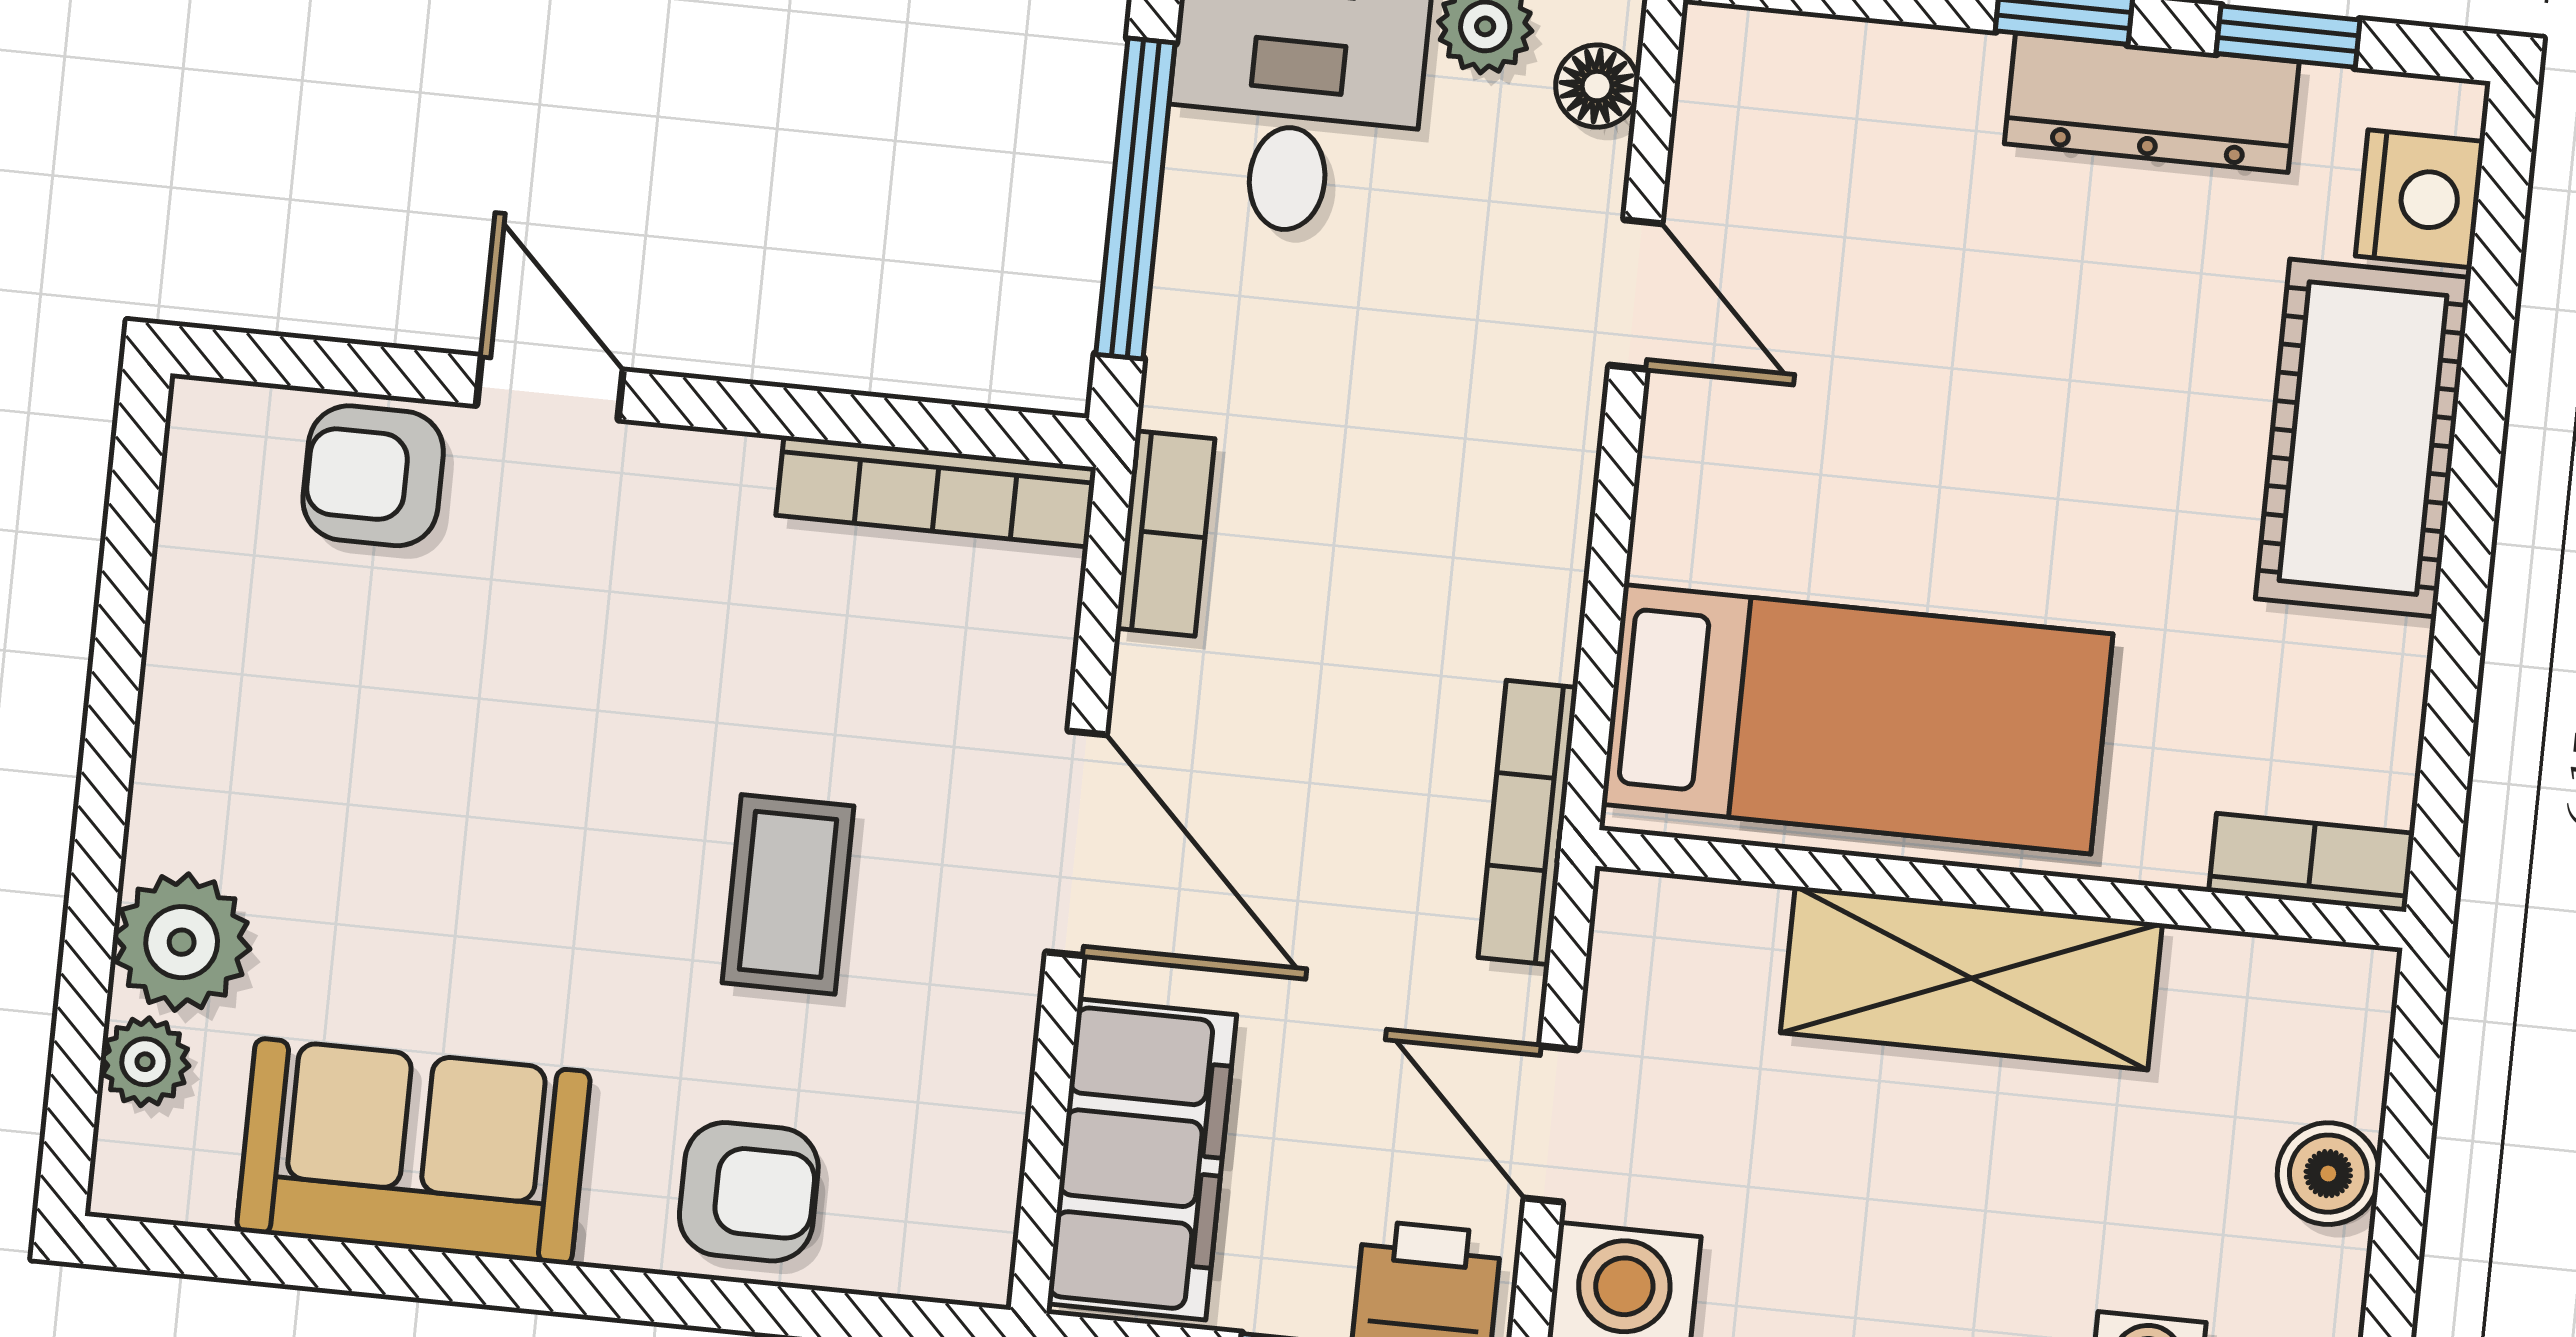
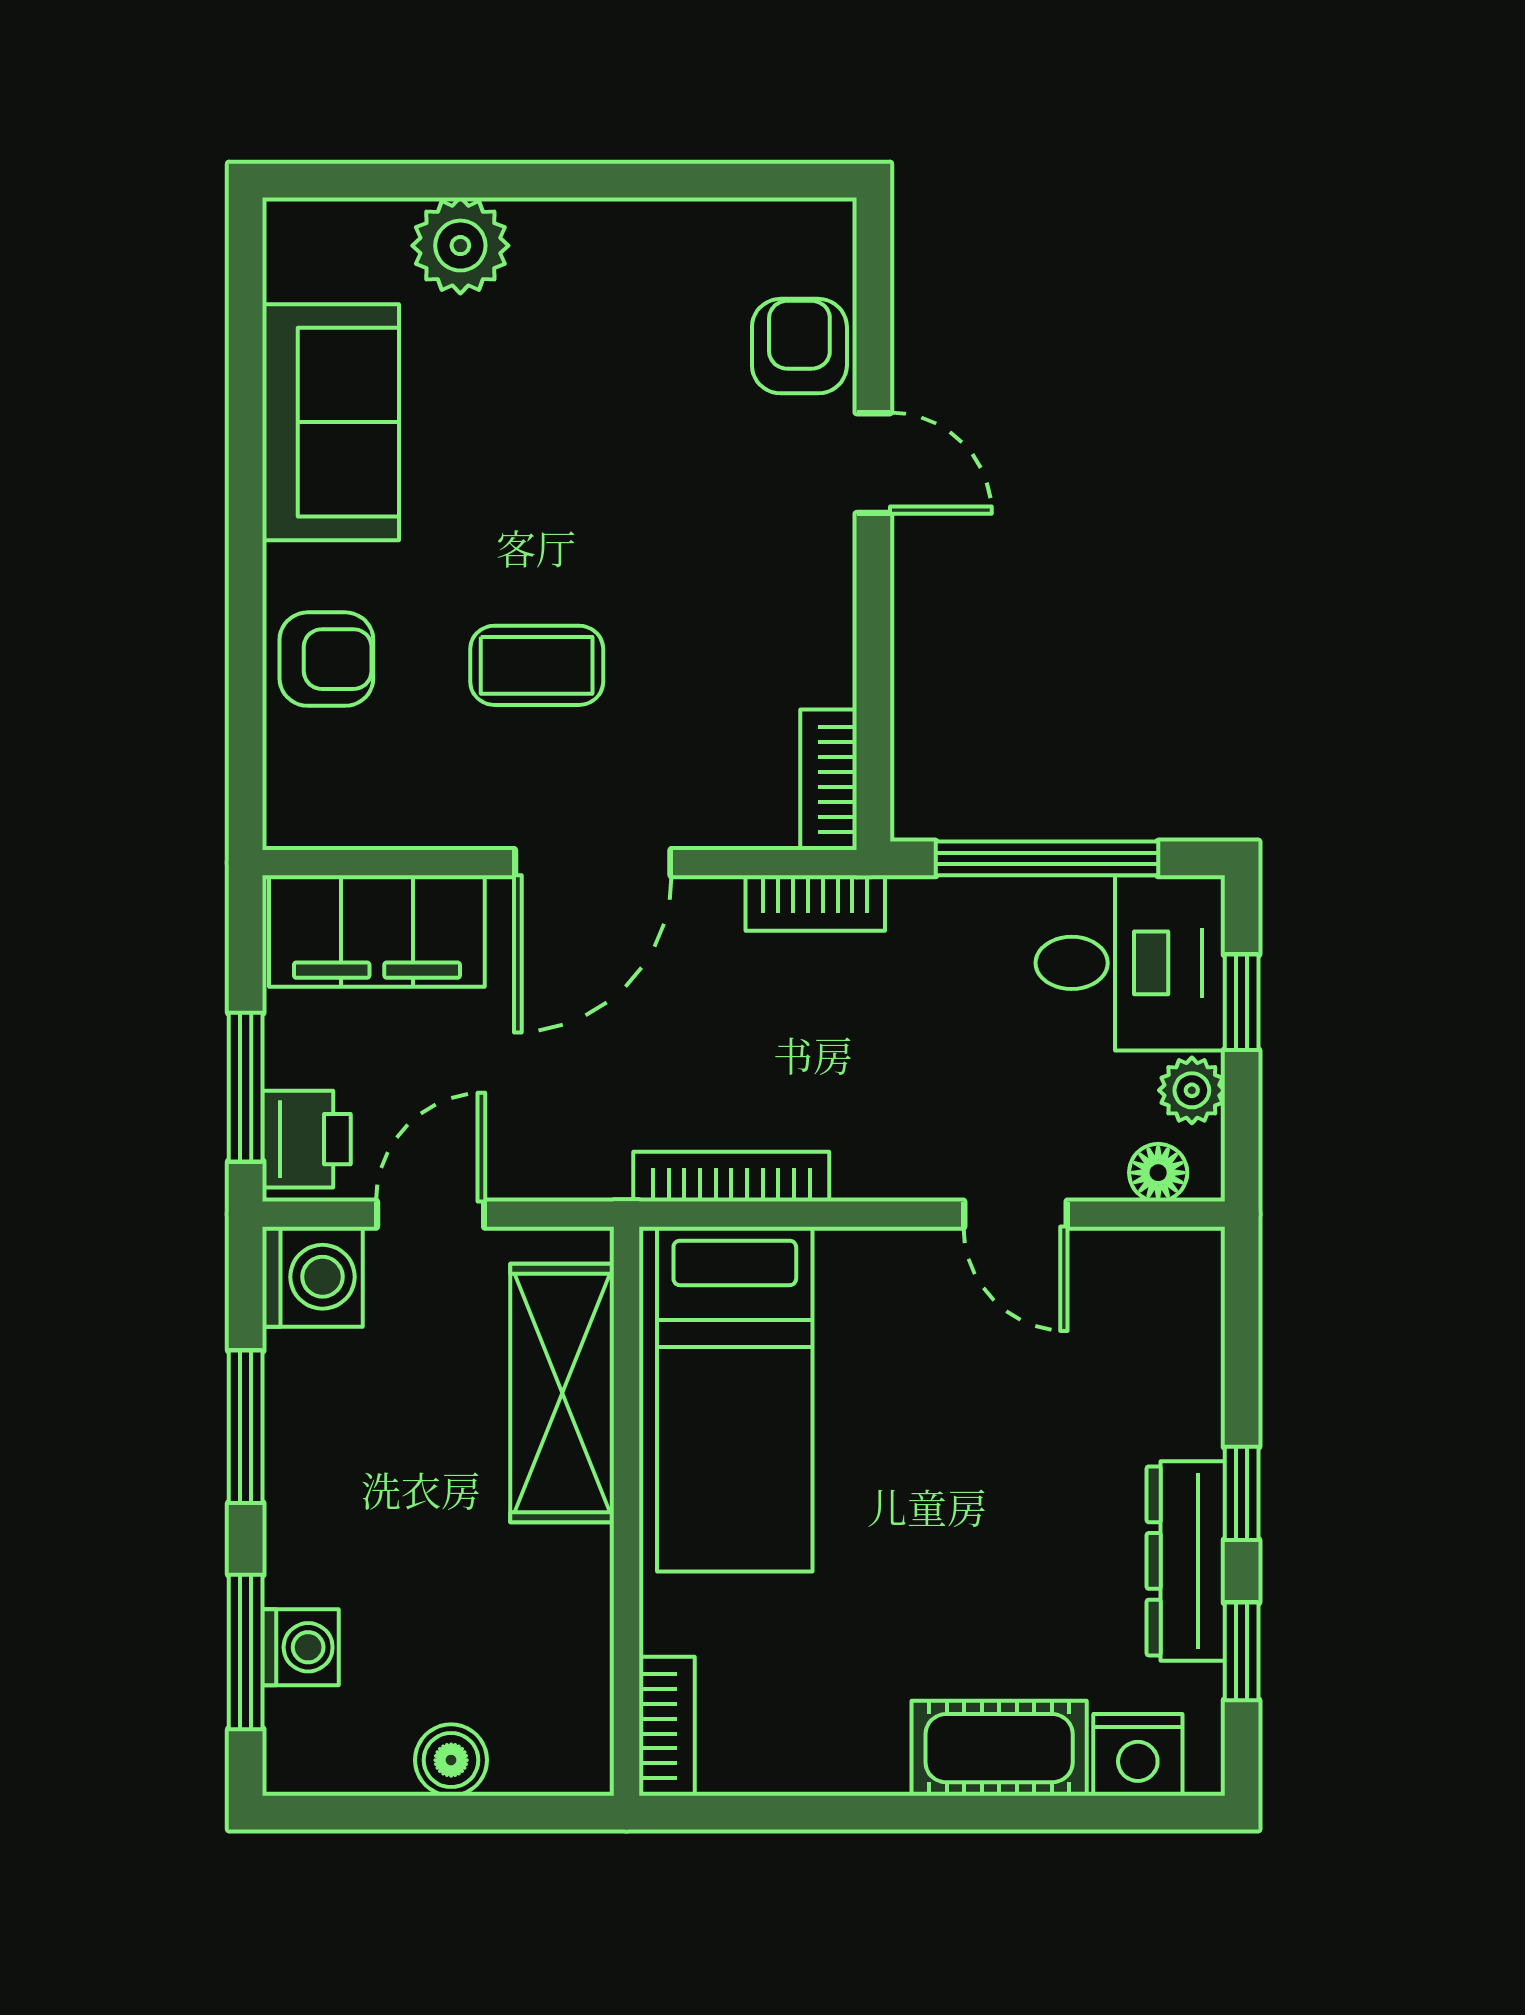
door: (1635, 294) -> (1015, 1214), hinge flipped
door: (550, 388) -> (873, 463), hinge flipped
cot: (2363, 438) -> (999, 1748), width x0.73, depth x0.75
bookcase: (936, 491) -> (828, 780), width x0.64
bookcase: (1528, 823) -> (731, 1177), moved
shelving: (1971, 978) -> (562, 1393), moved
plant: (145, 1062) -> (374, 228), removed
armchair: (749, 1192) -> (326, 659), turned -90

